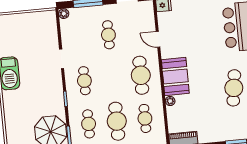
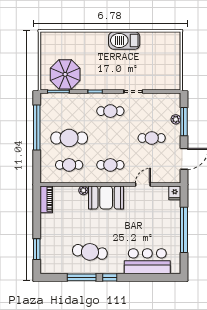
plant: (64, 14) -> (176, 119), moved
cafe table: (141, 75) -> (110, 165), width x0.73, depth x0.74
cafe table: (89, 124) -> (69, 111), removed

